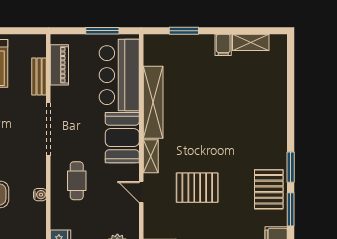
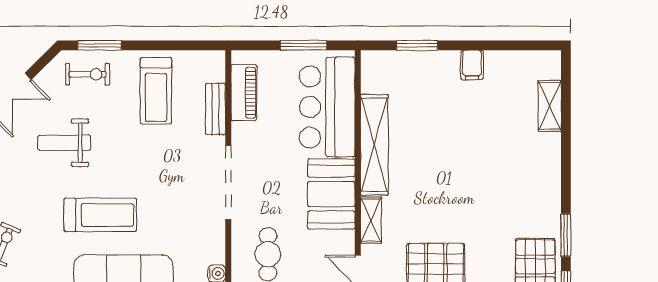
shelving: (251, 42) -> (550, 106), moved, turned 90

